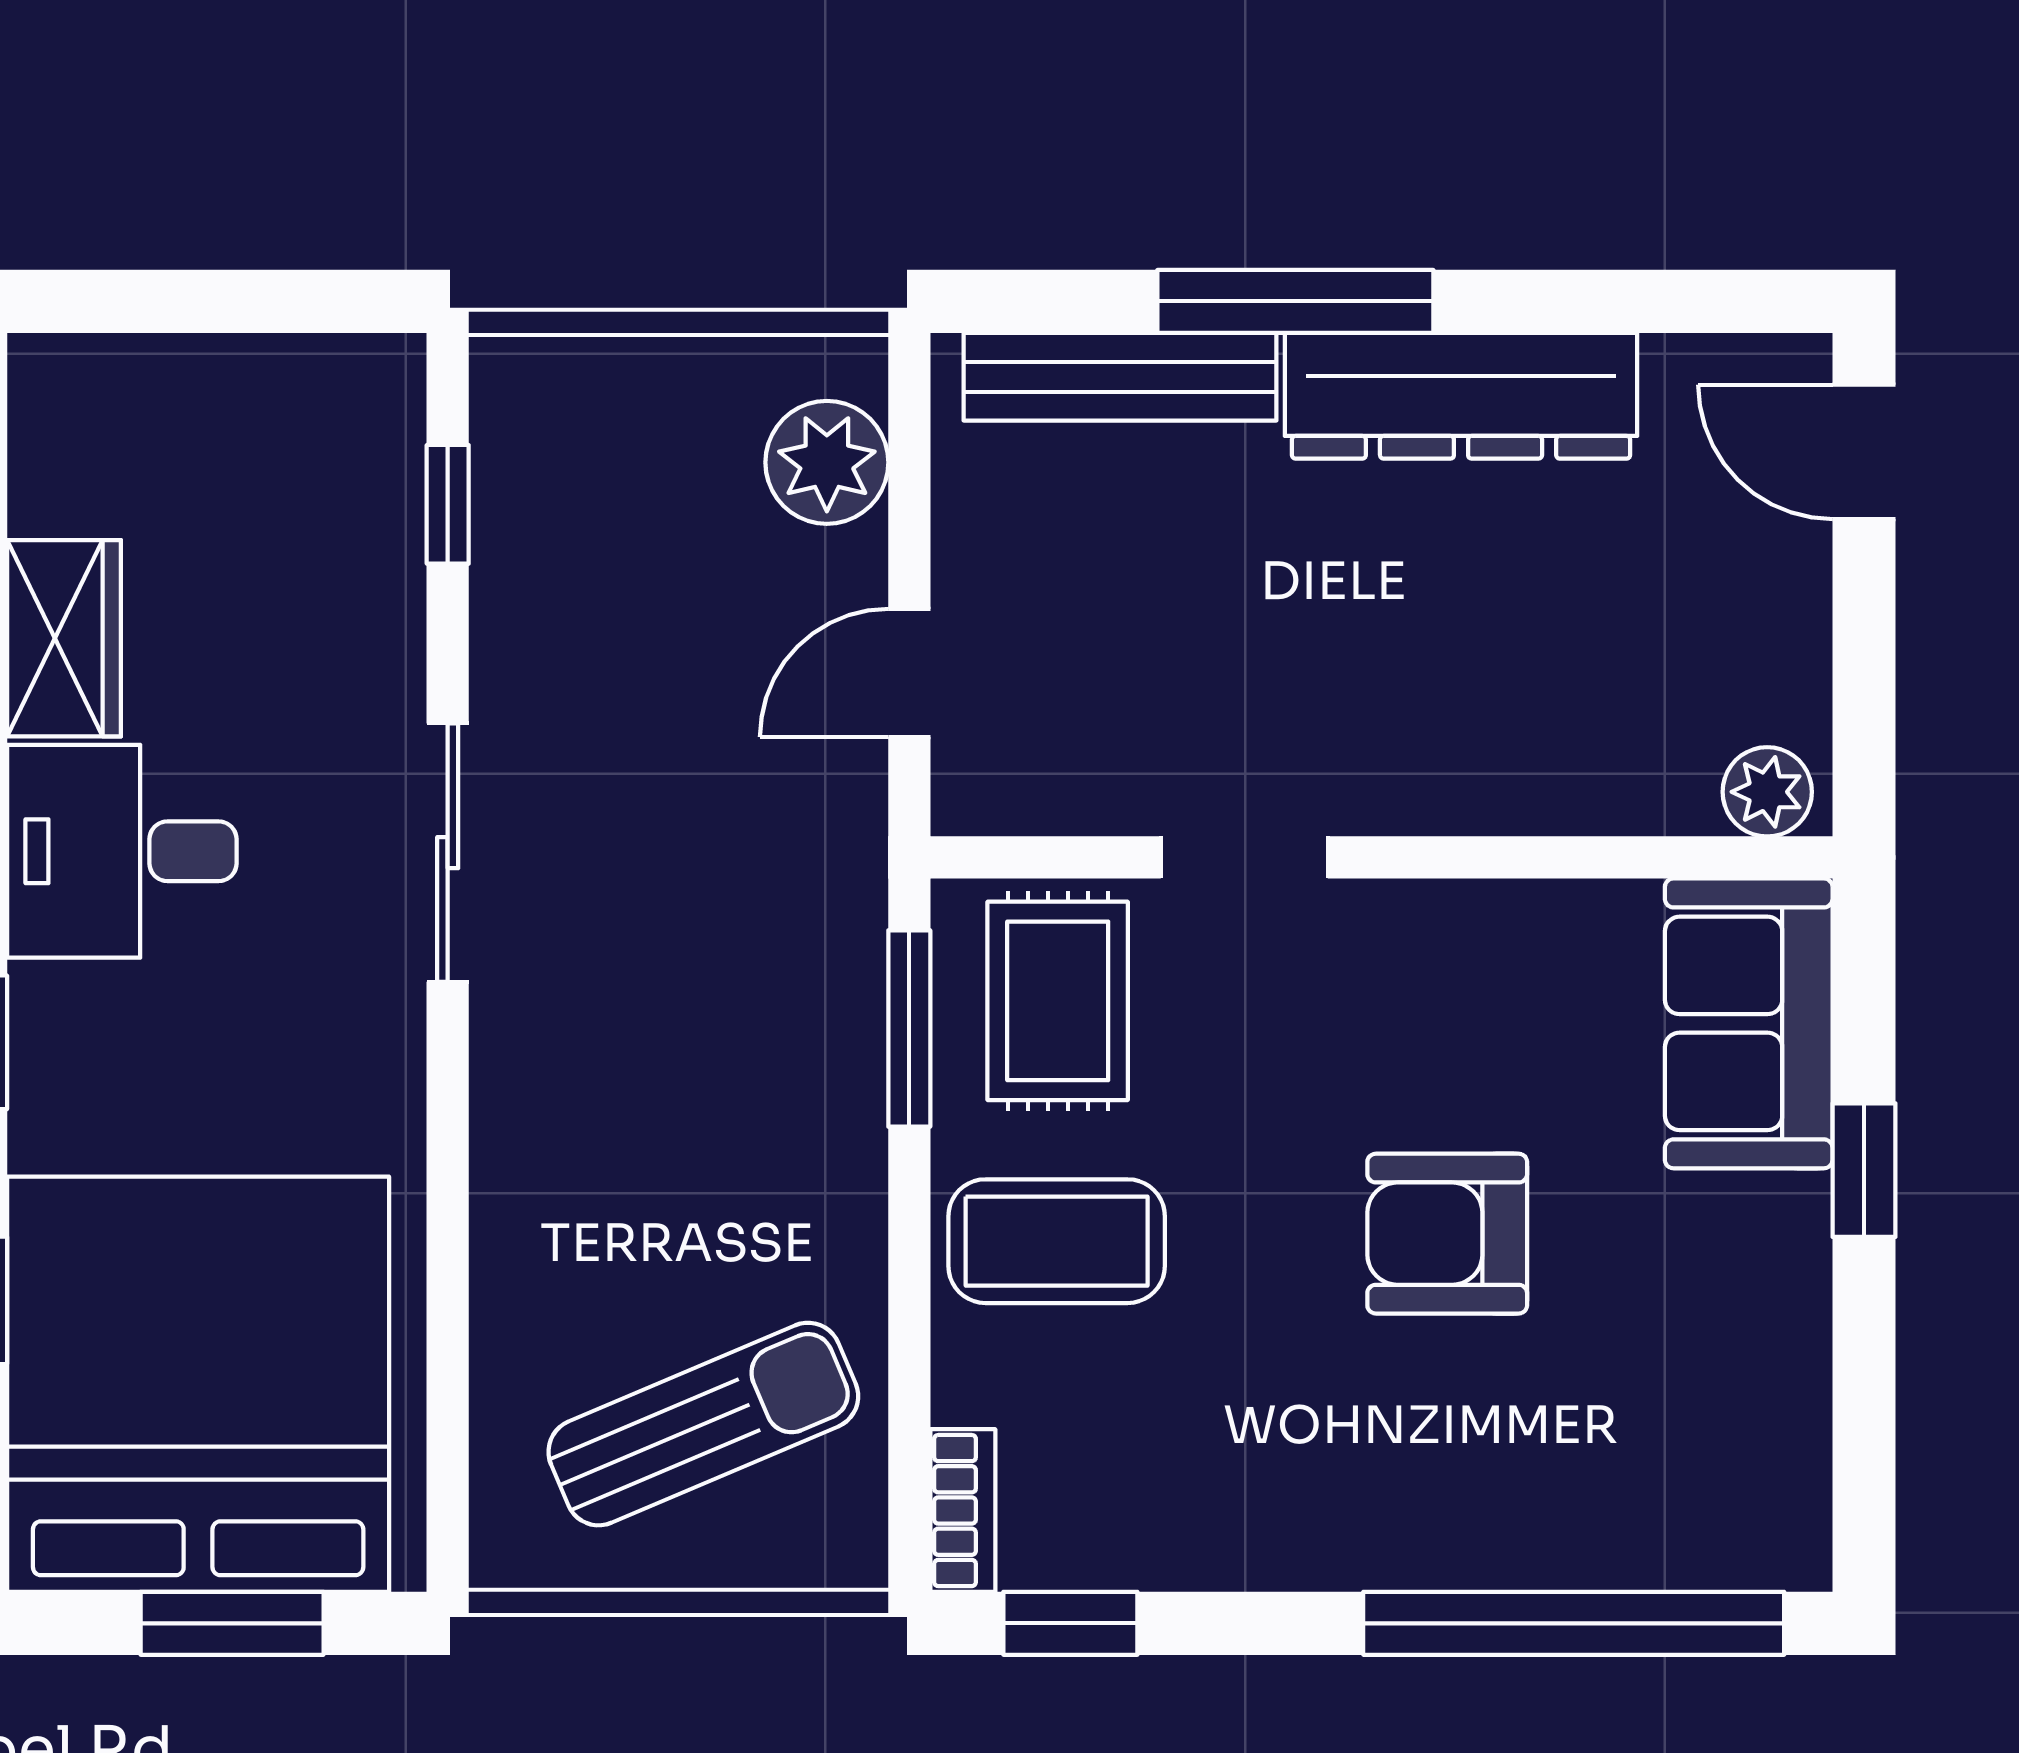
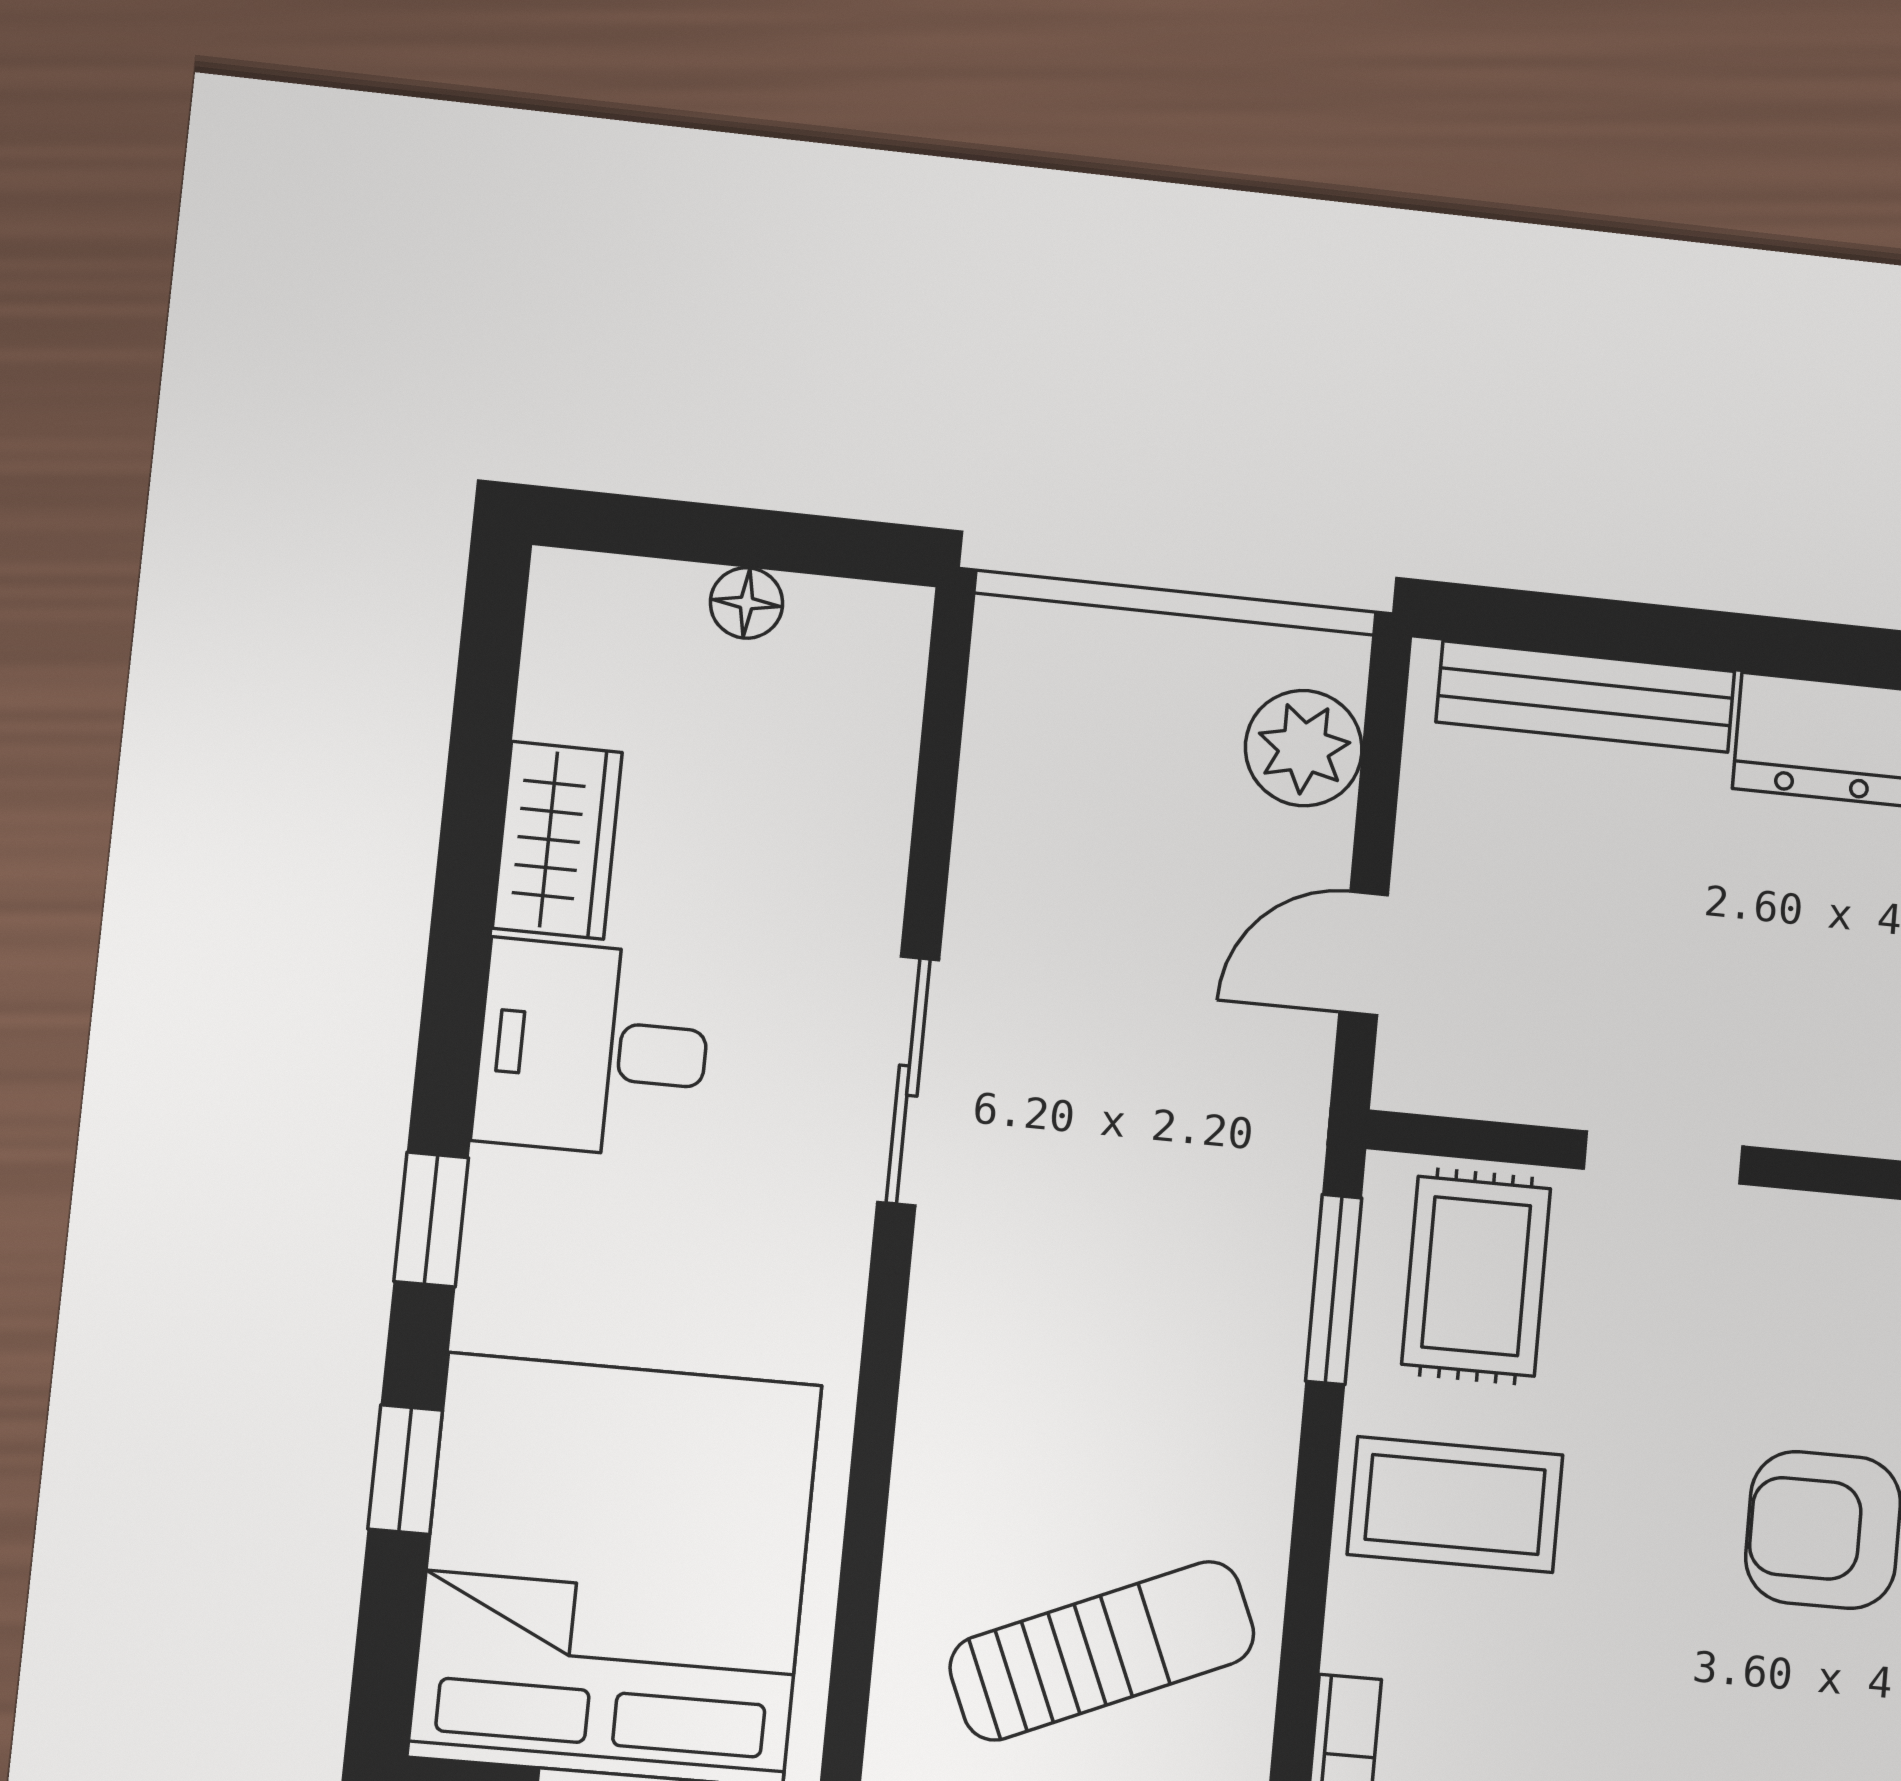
window: (1295, 301) -> (1754, 644), removed
floor lamp: (233, 370) -> (746, 603), added
window: (448, 504) -> (940, 751), removed

